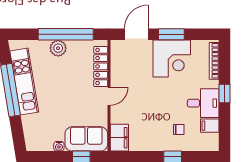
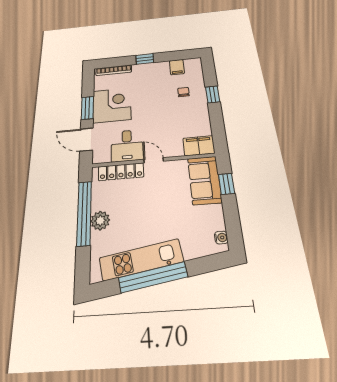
desk: (203, 103) -> (127, 146), moved, turned 180
water cooler: (59, 146) -> (221, 238), moved

